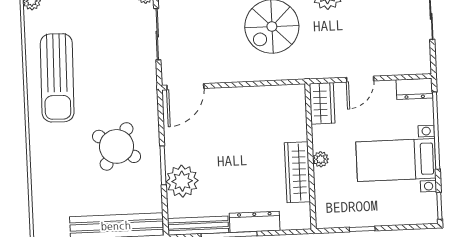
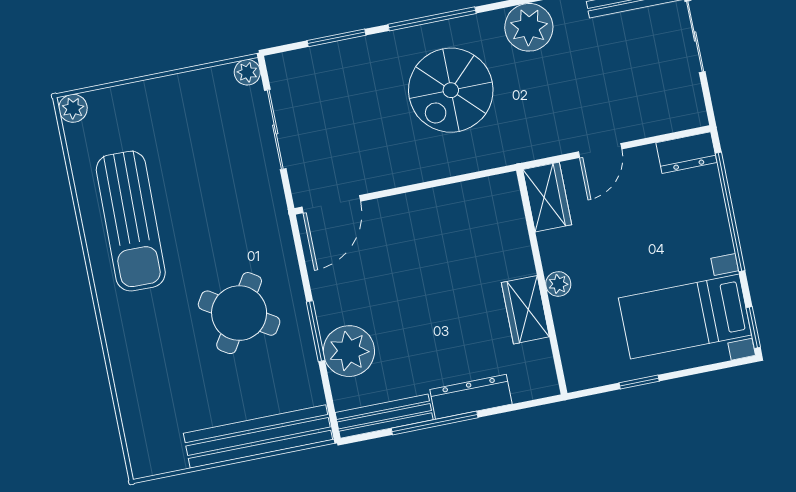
bed with nightstands: (396, 160) -> (685, 317), moved
wardrobe: (297, 172) -> (525, 310), width x0.67

